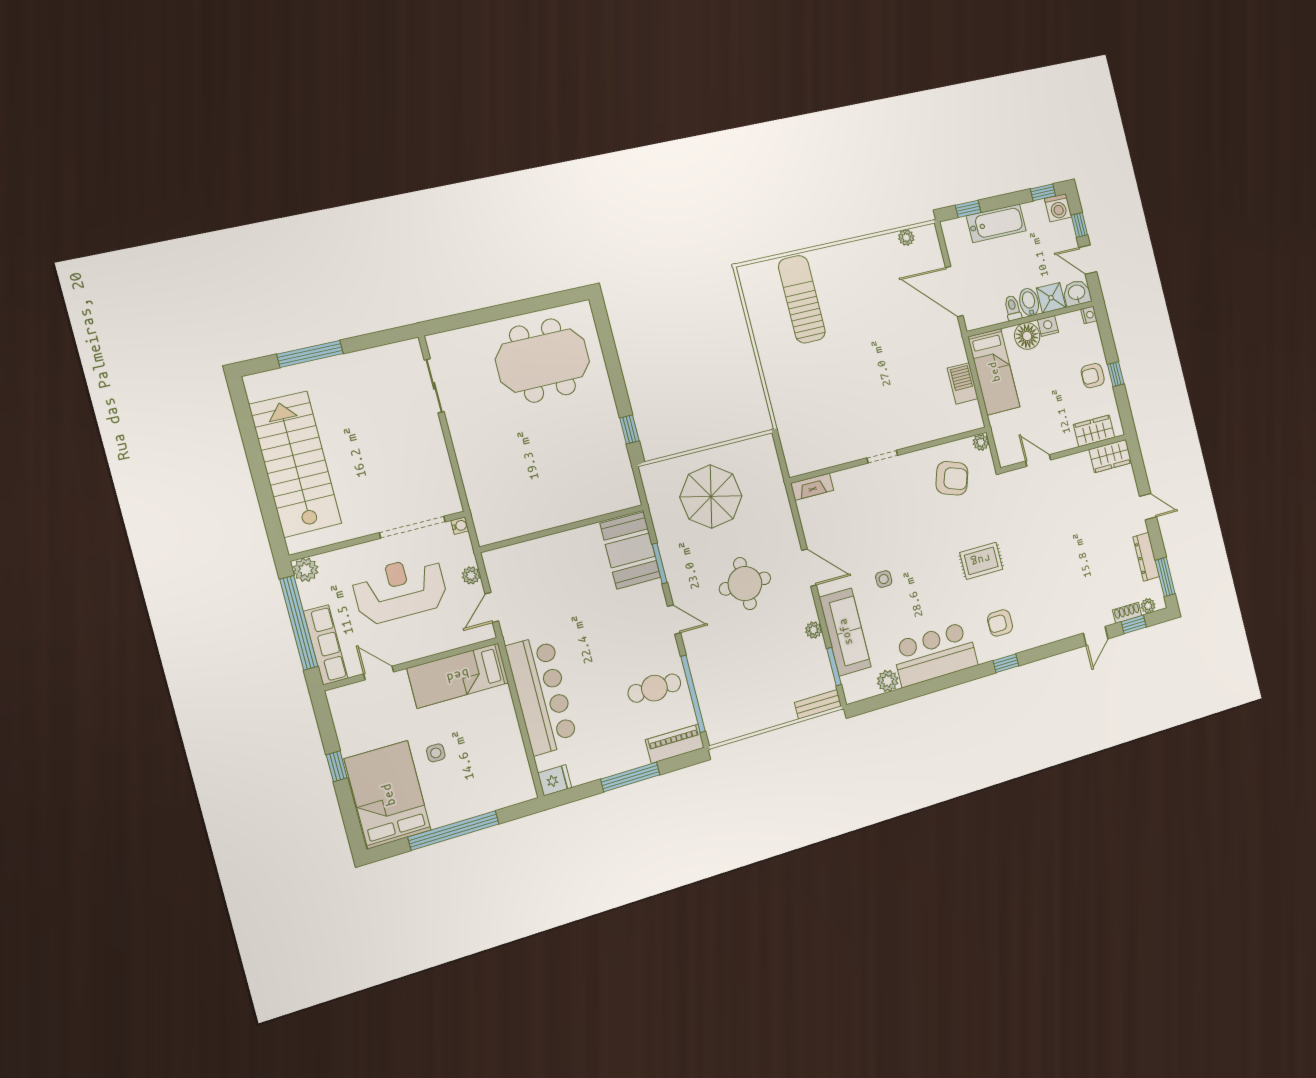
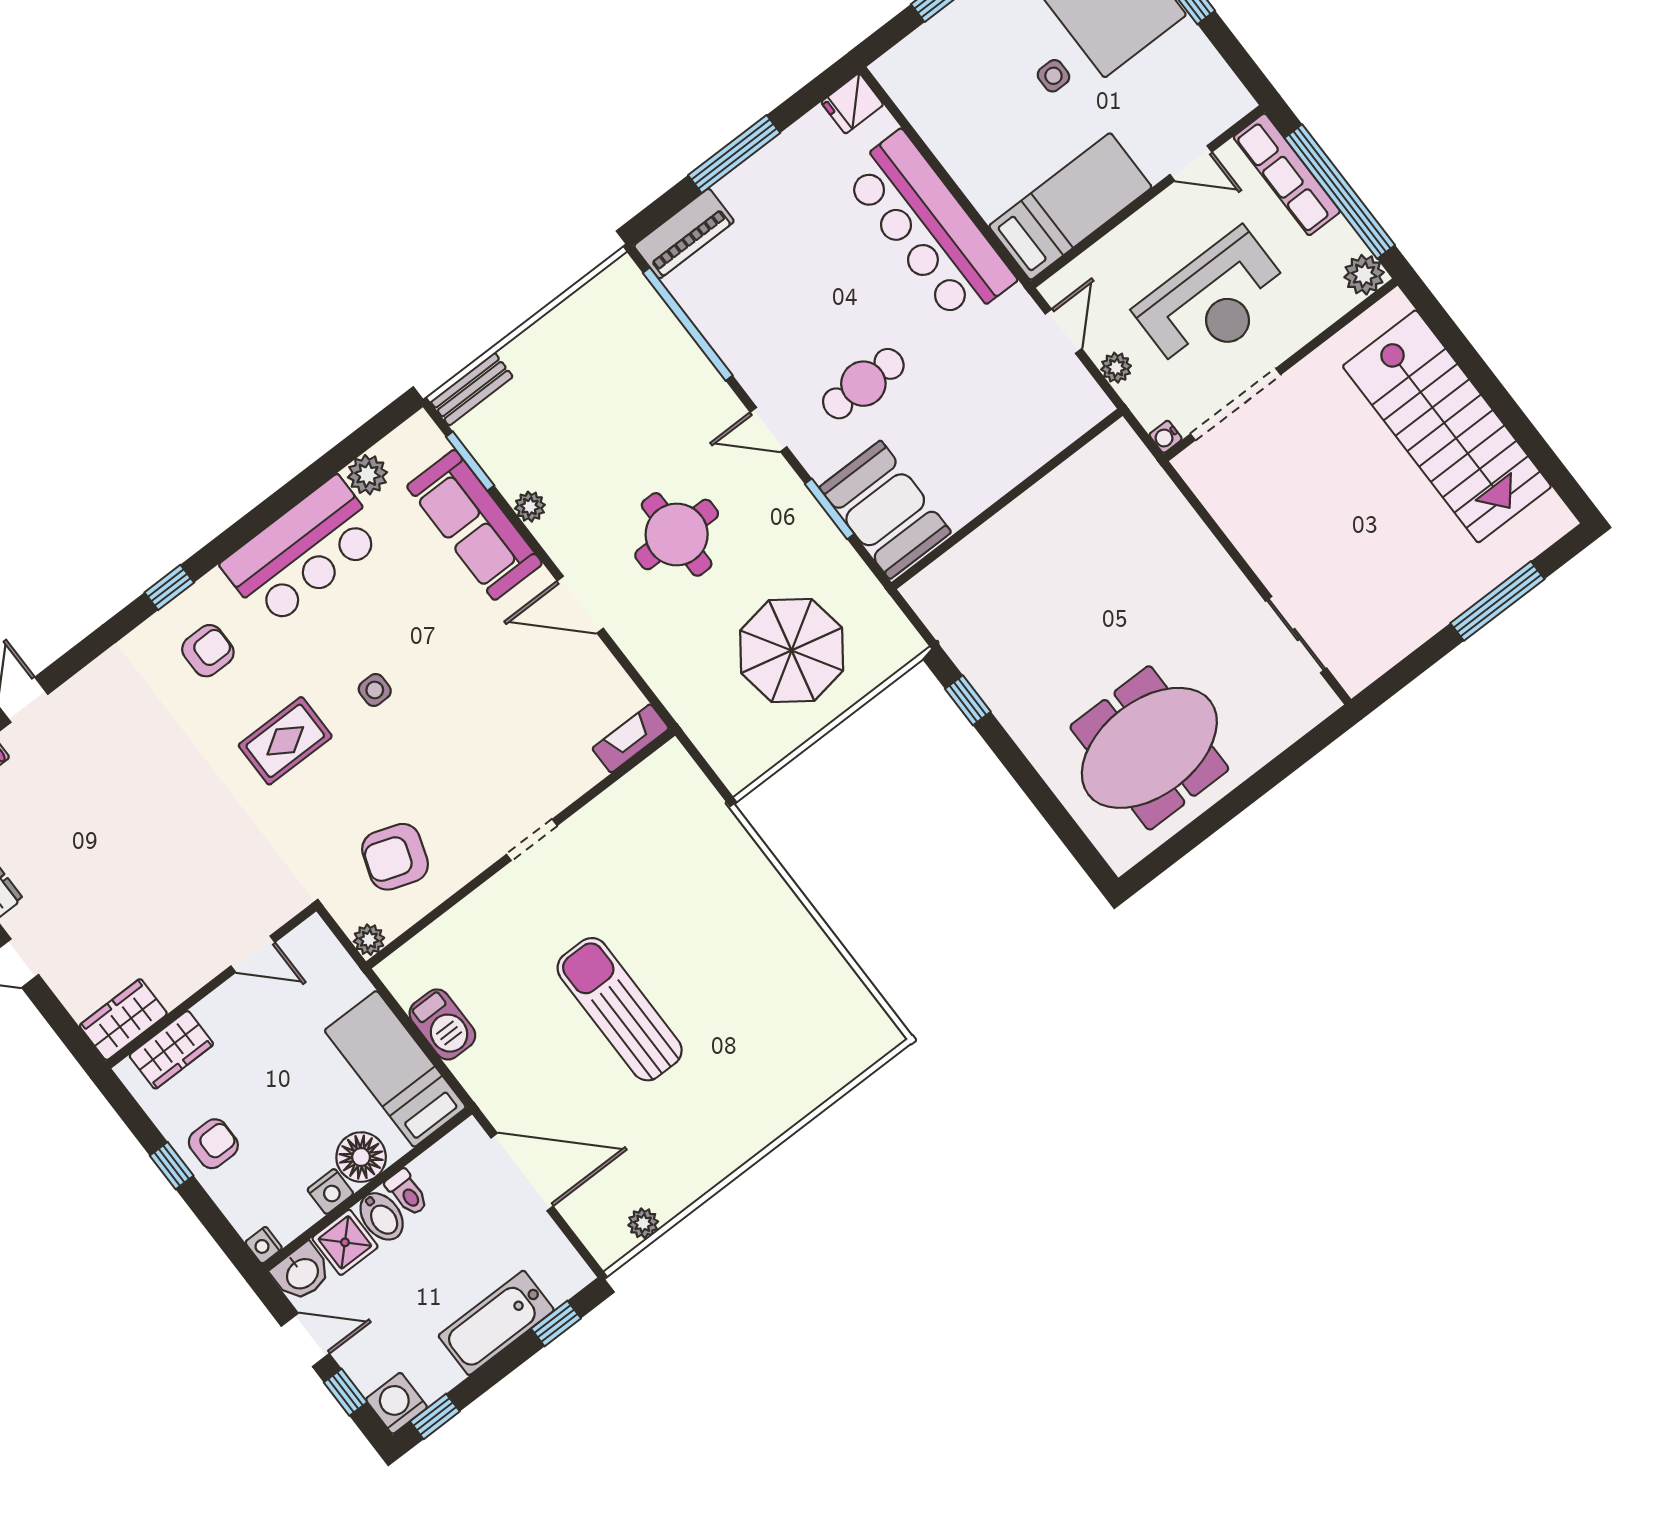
sun lounger: (802, 299) -> (620, 1009), moved, turned 180
side table: (884, 579) -> (375, 690), moved
cafe table: (654, 688) -> (863, 384), moved

